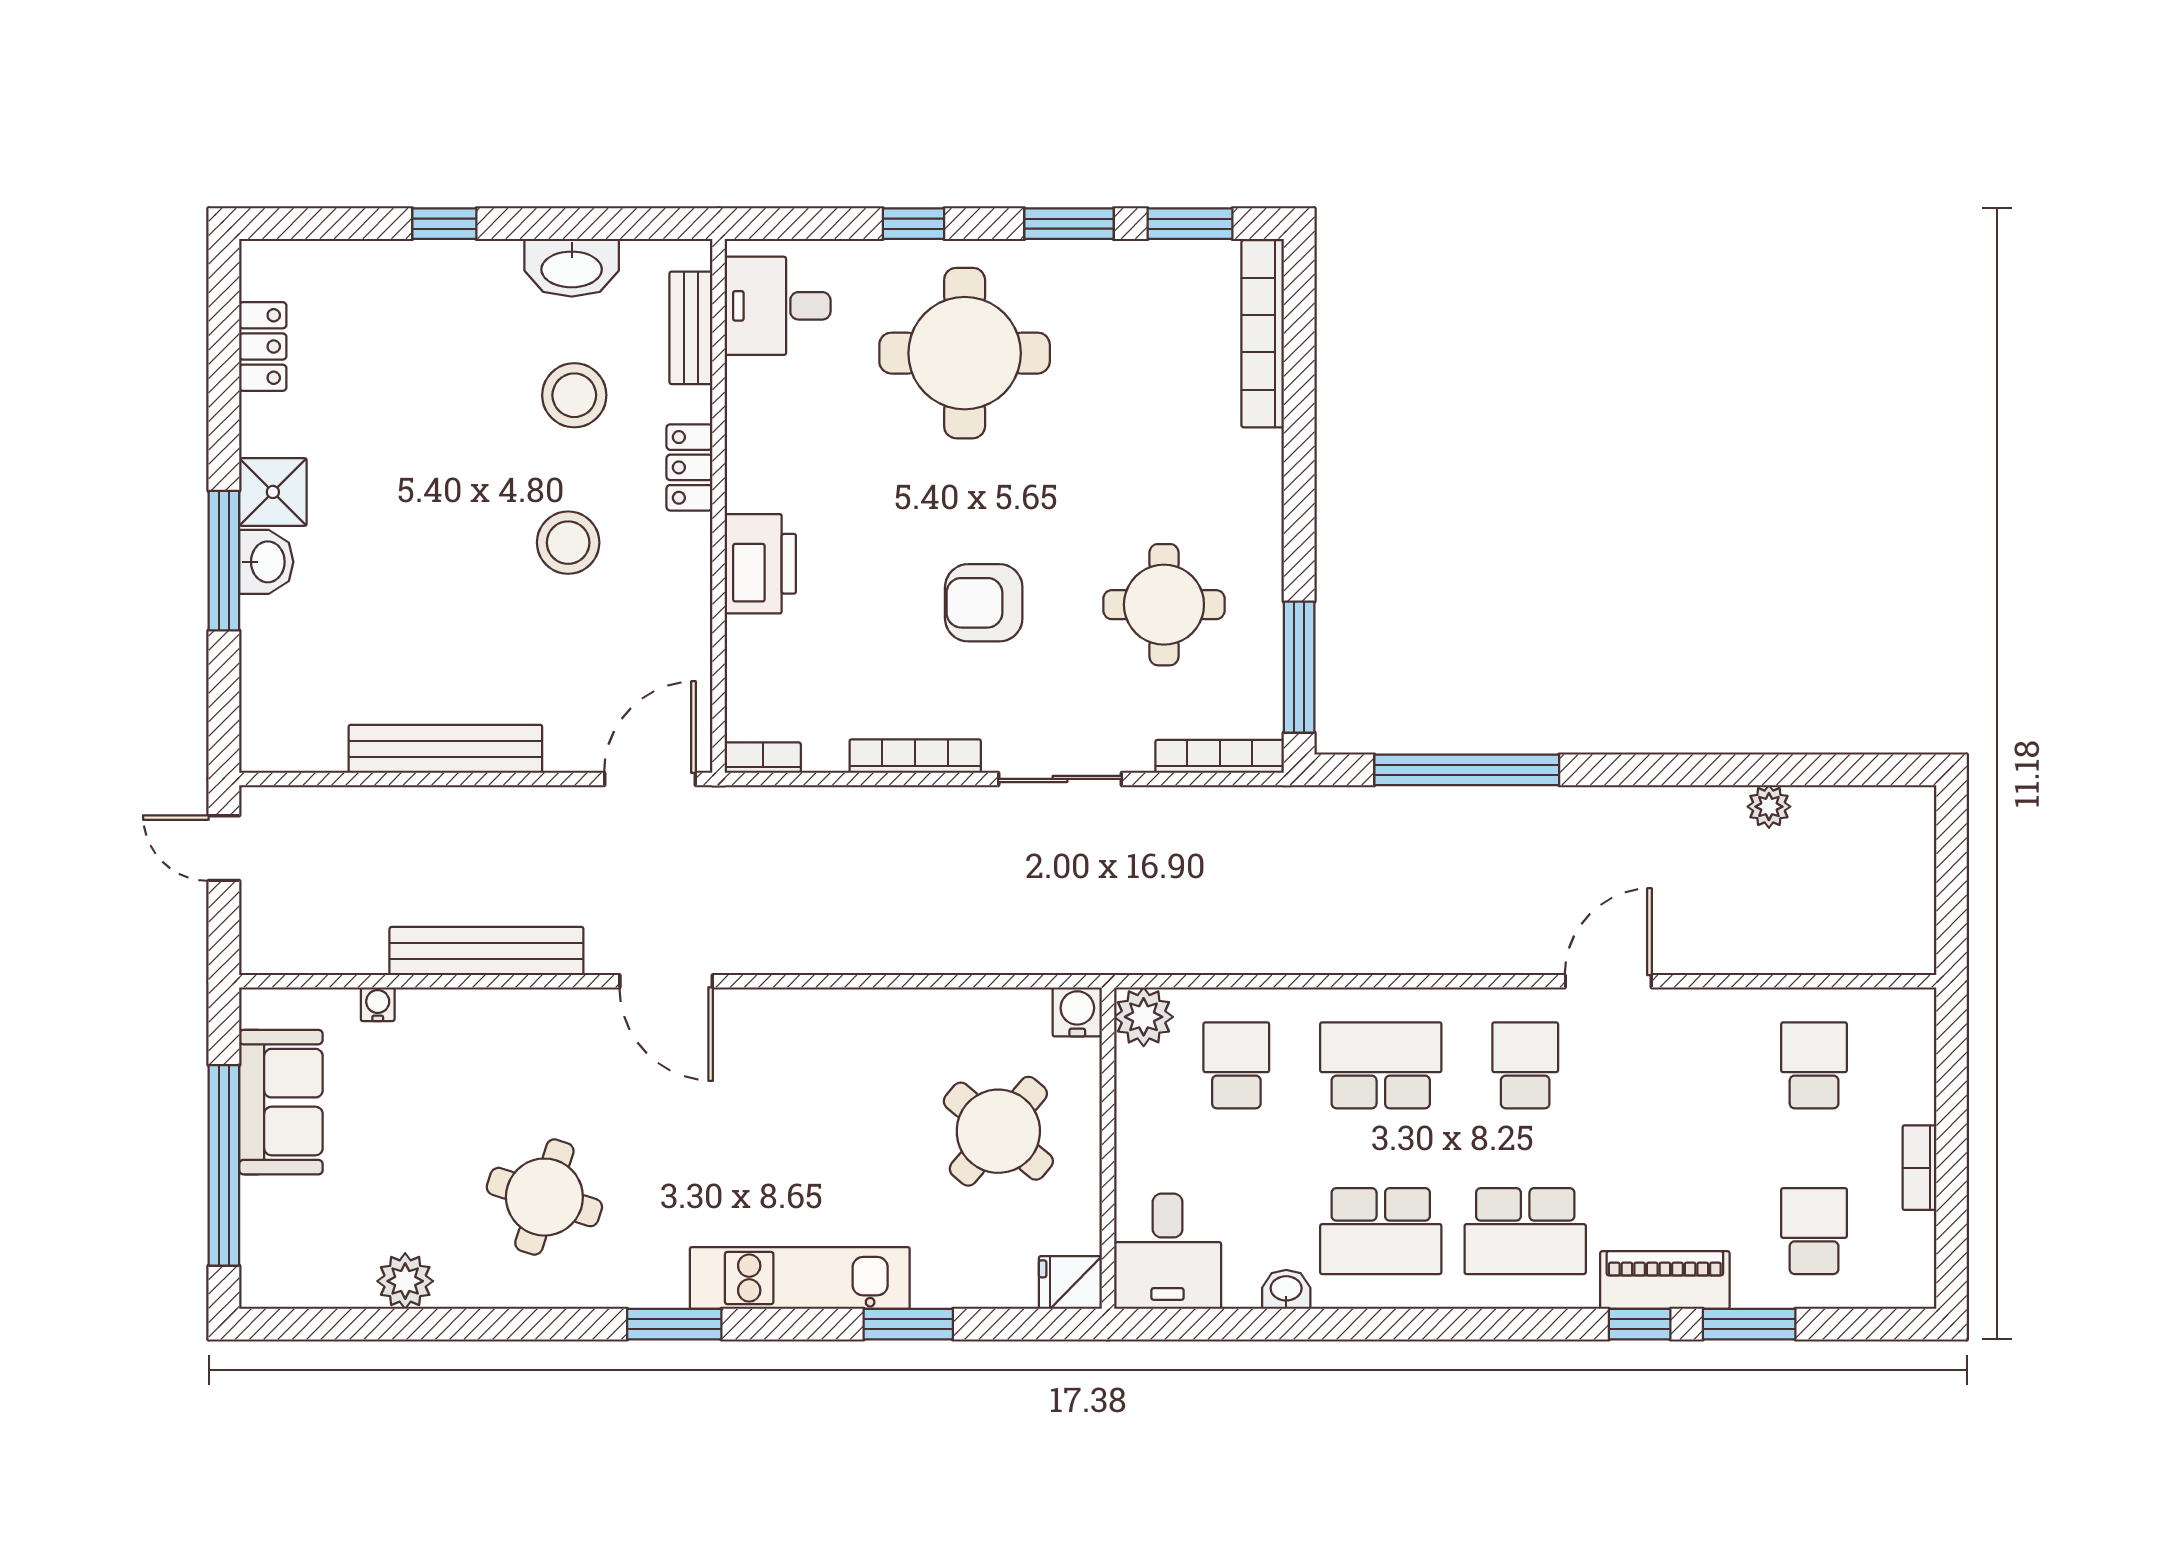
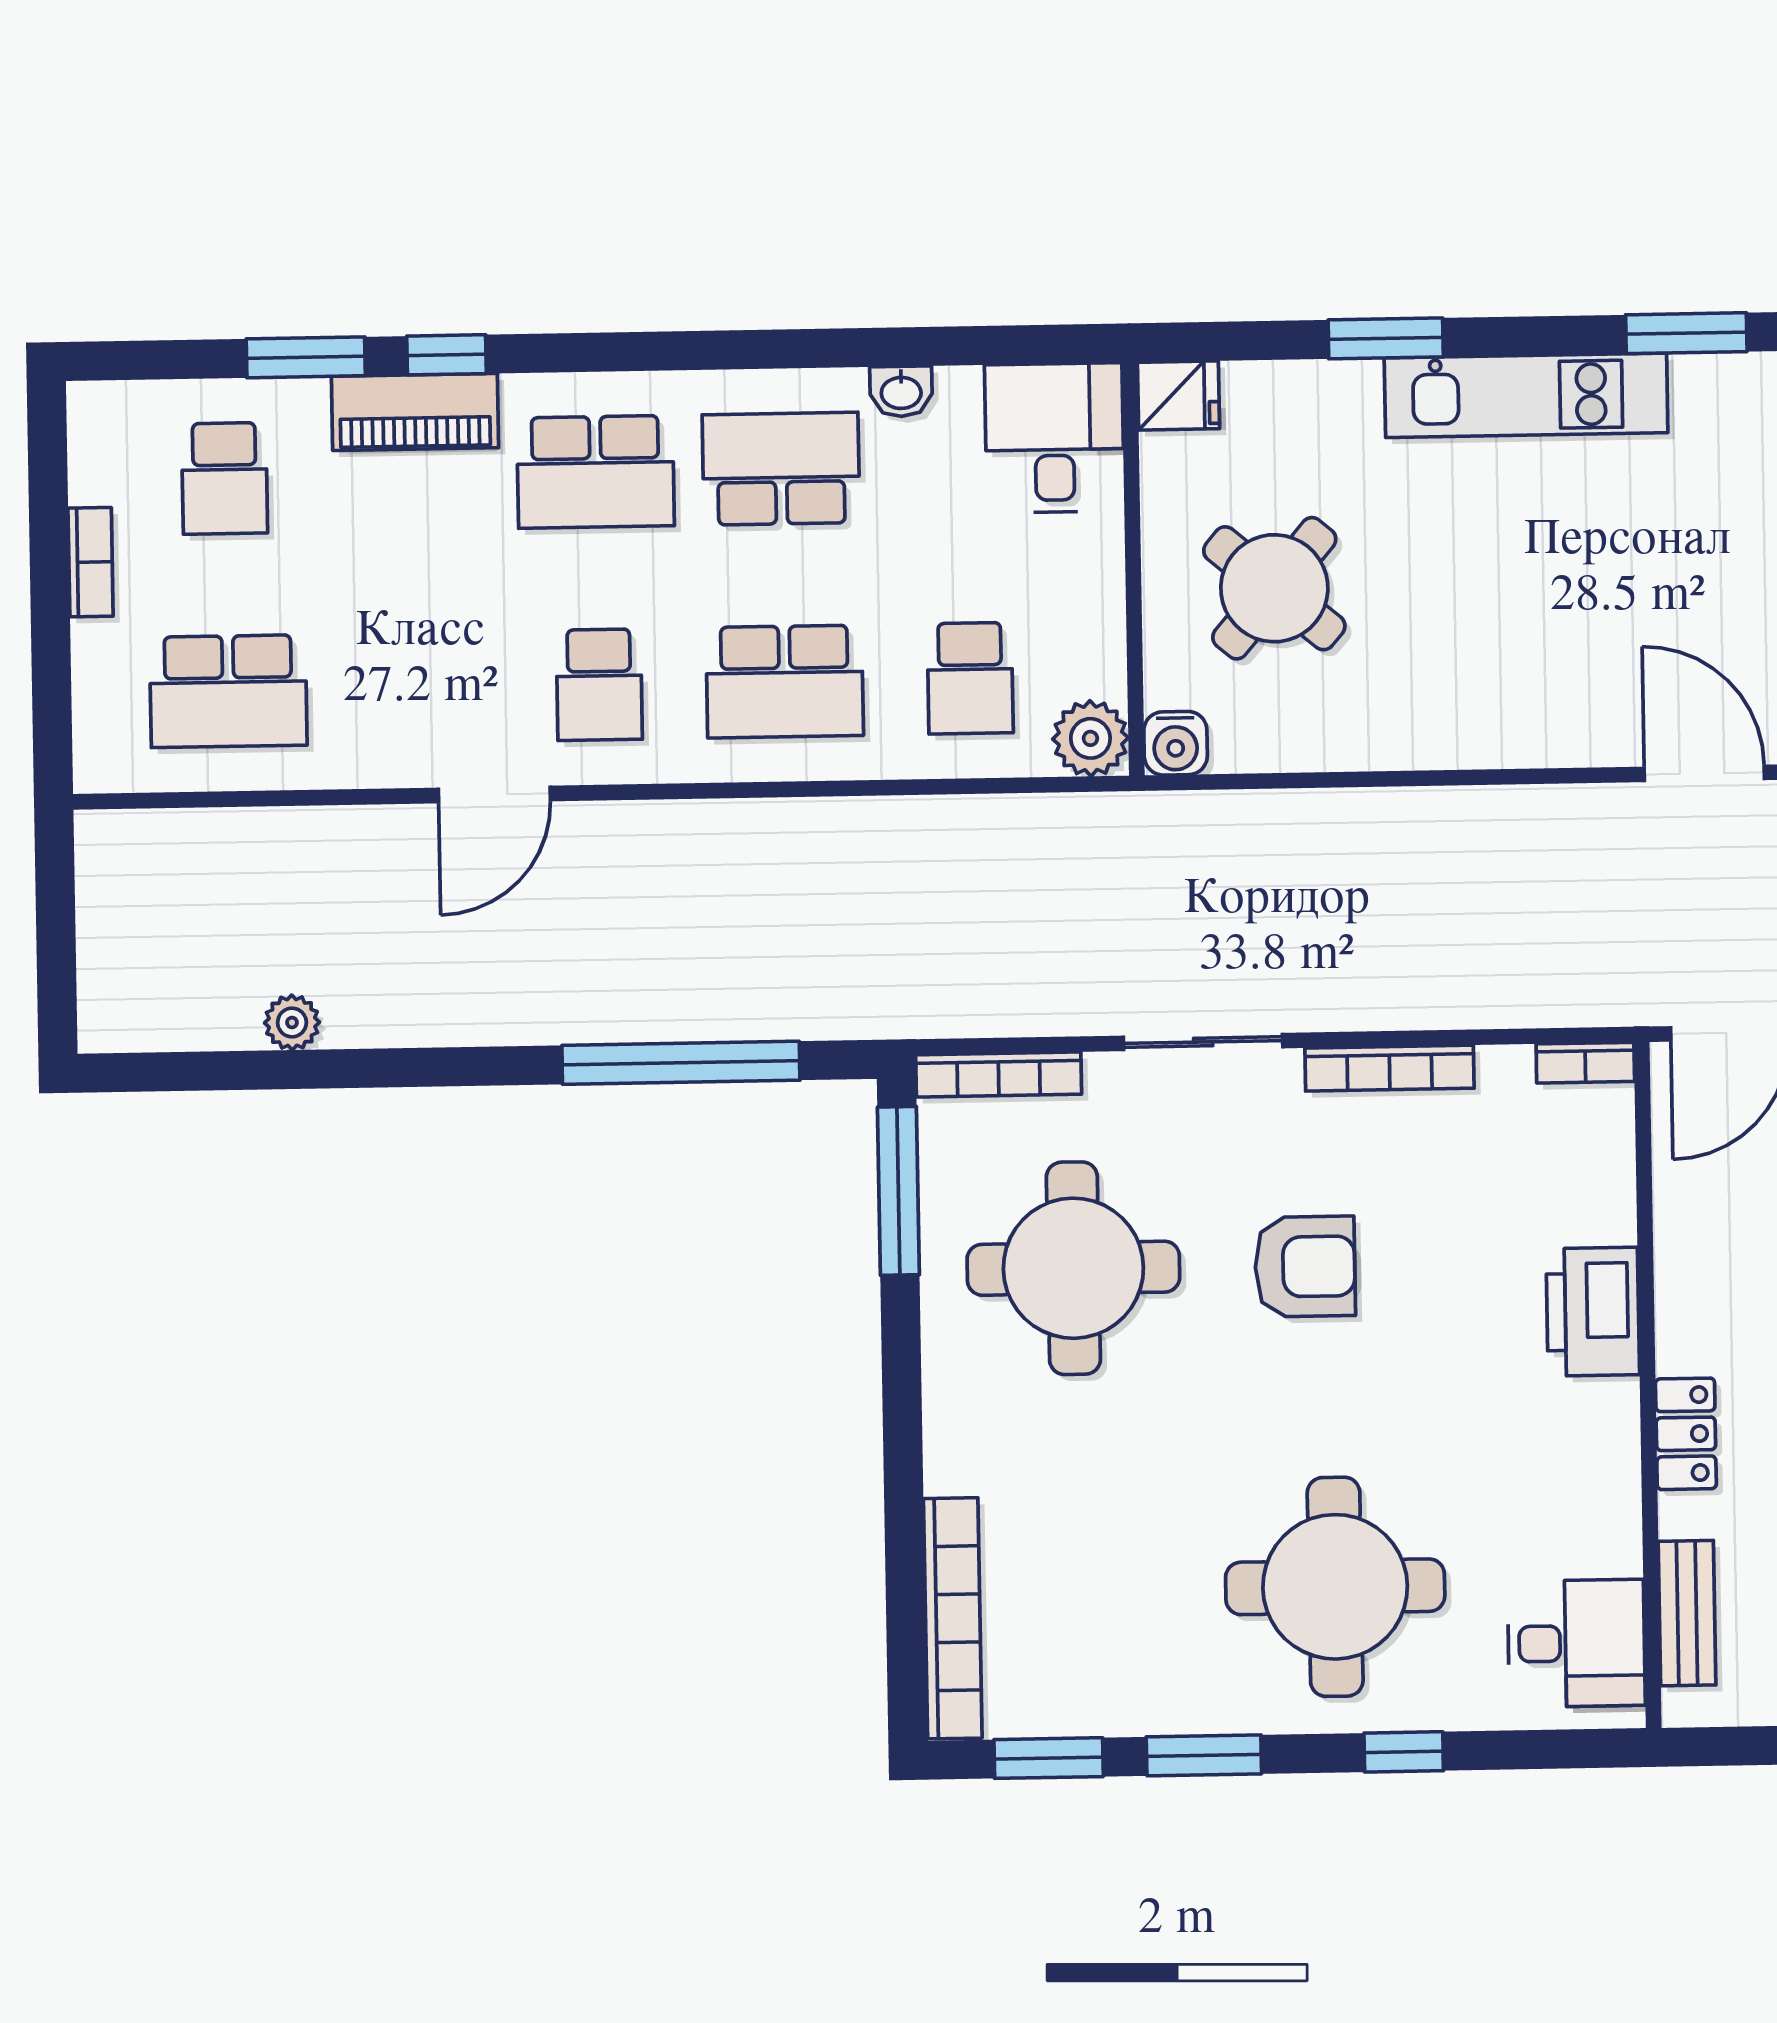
round table: (1164, 605) -> (1073, 1268), width x1.36, depth x1.36
school desk: (1814, 1065) -> (228, 691), width x1.85
school desk: (1525, 1231) -> (595, 472), turned 180

